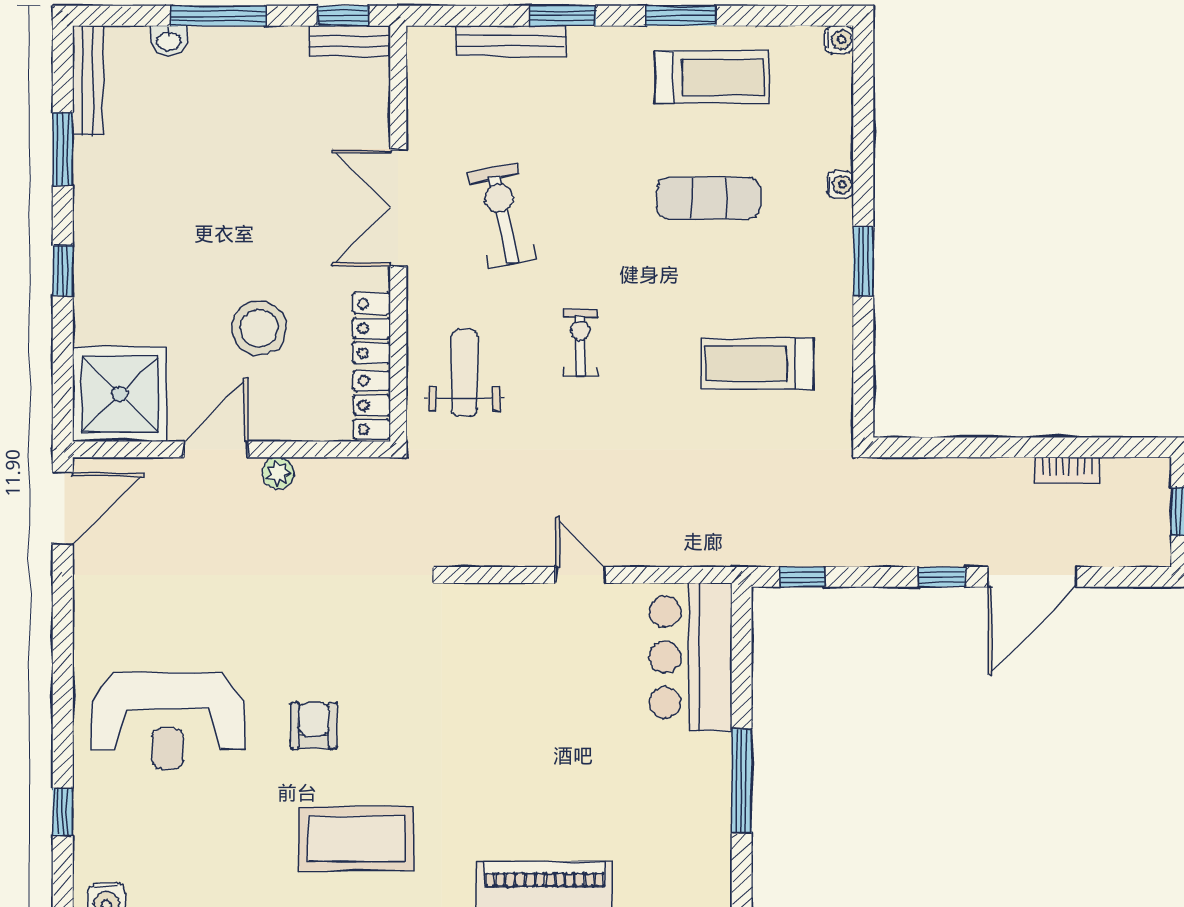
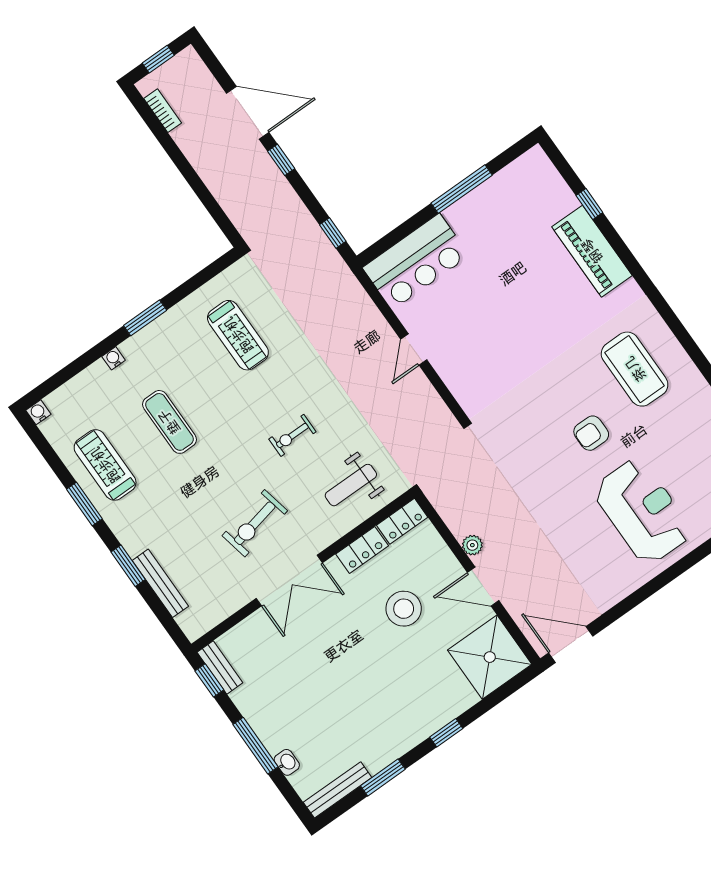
bookcase: (1067, 470) -> (163, 111), moved

